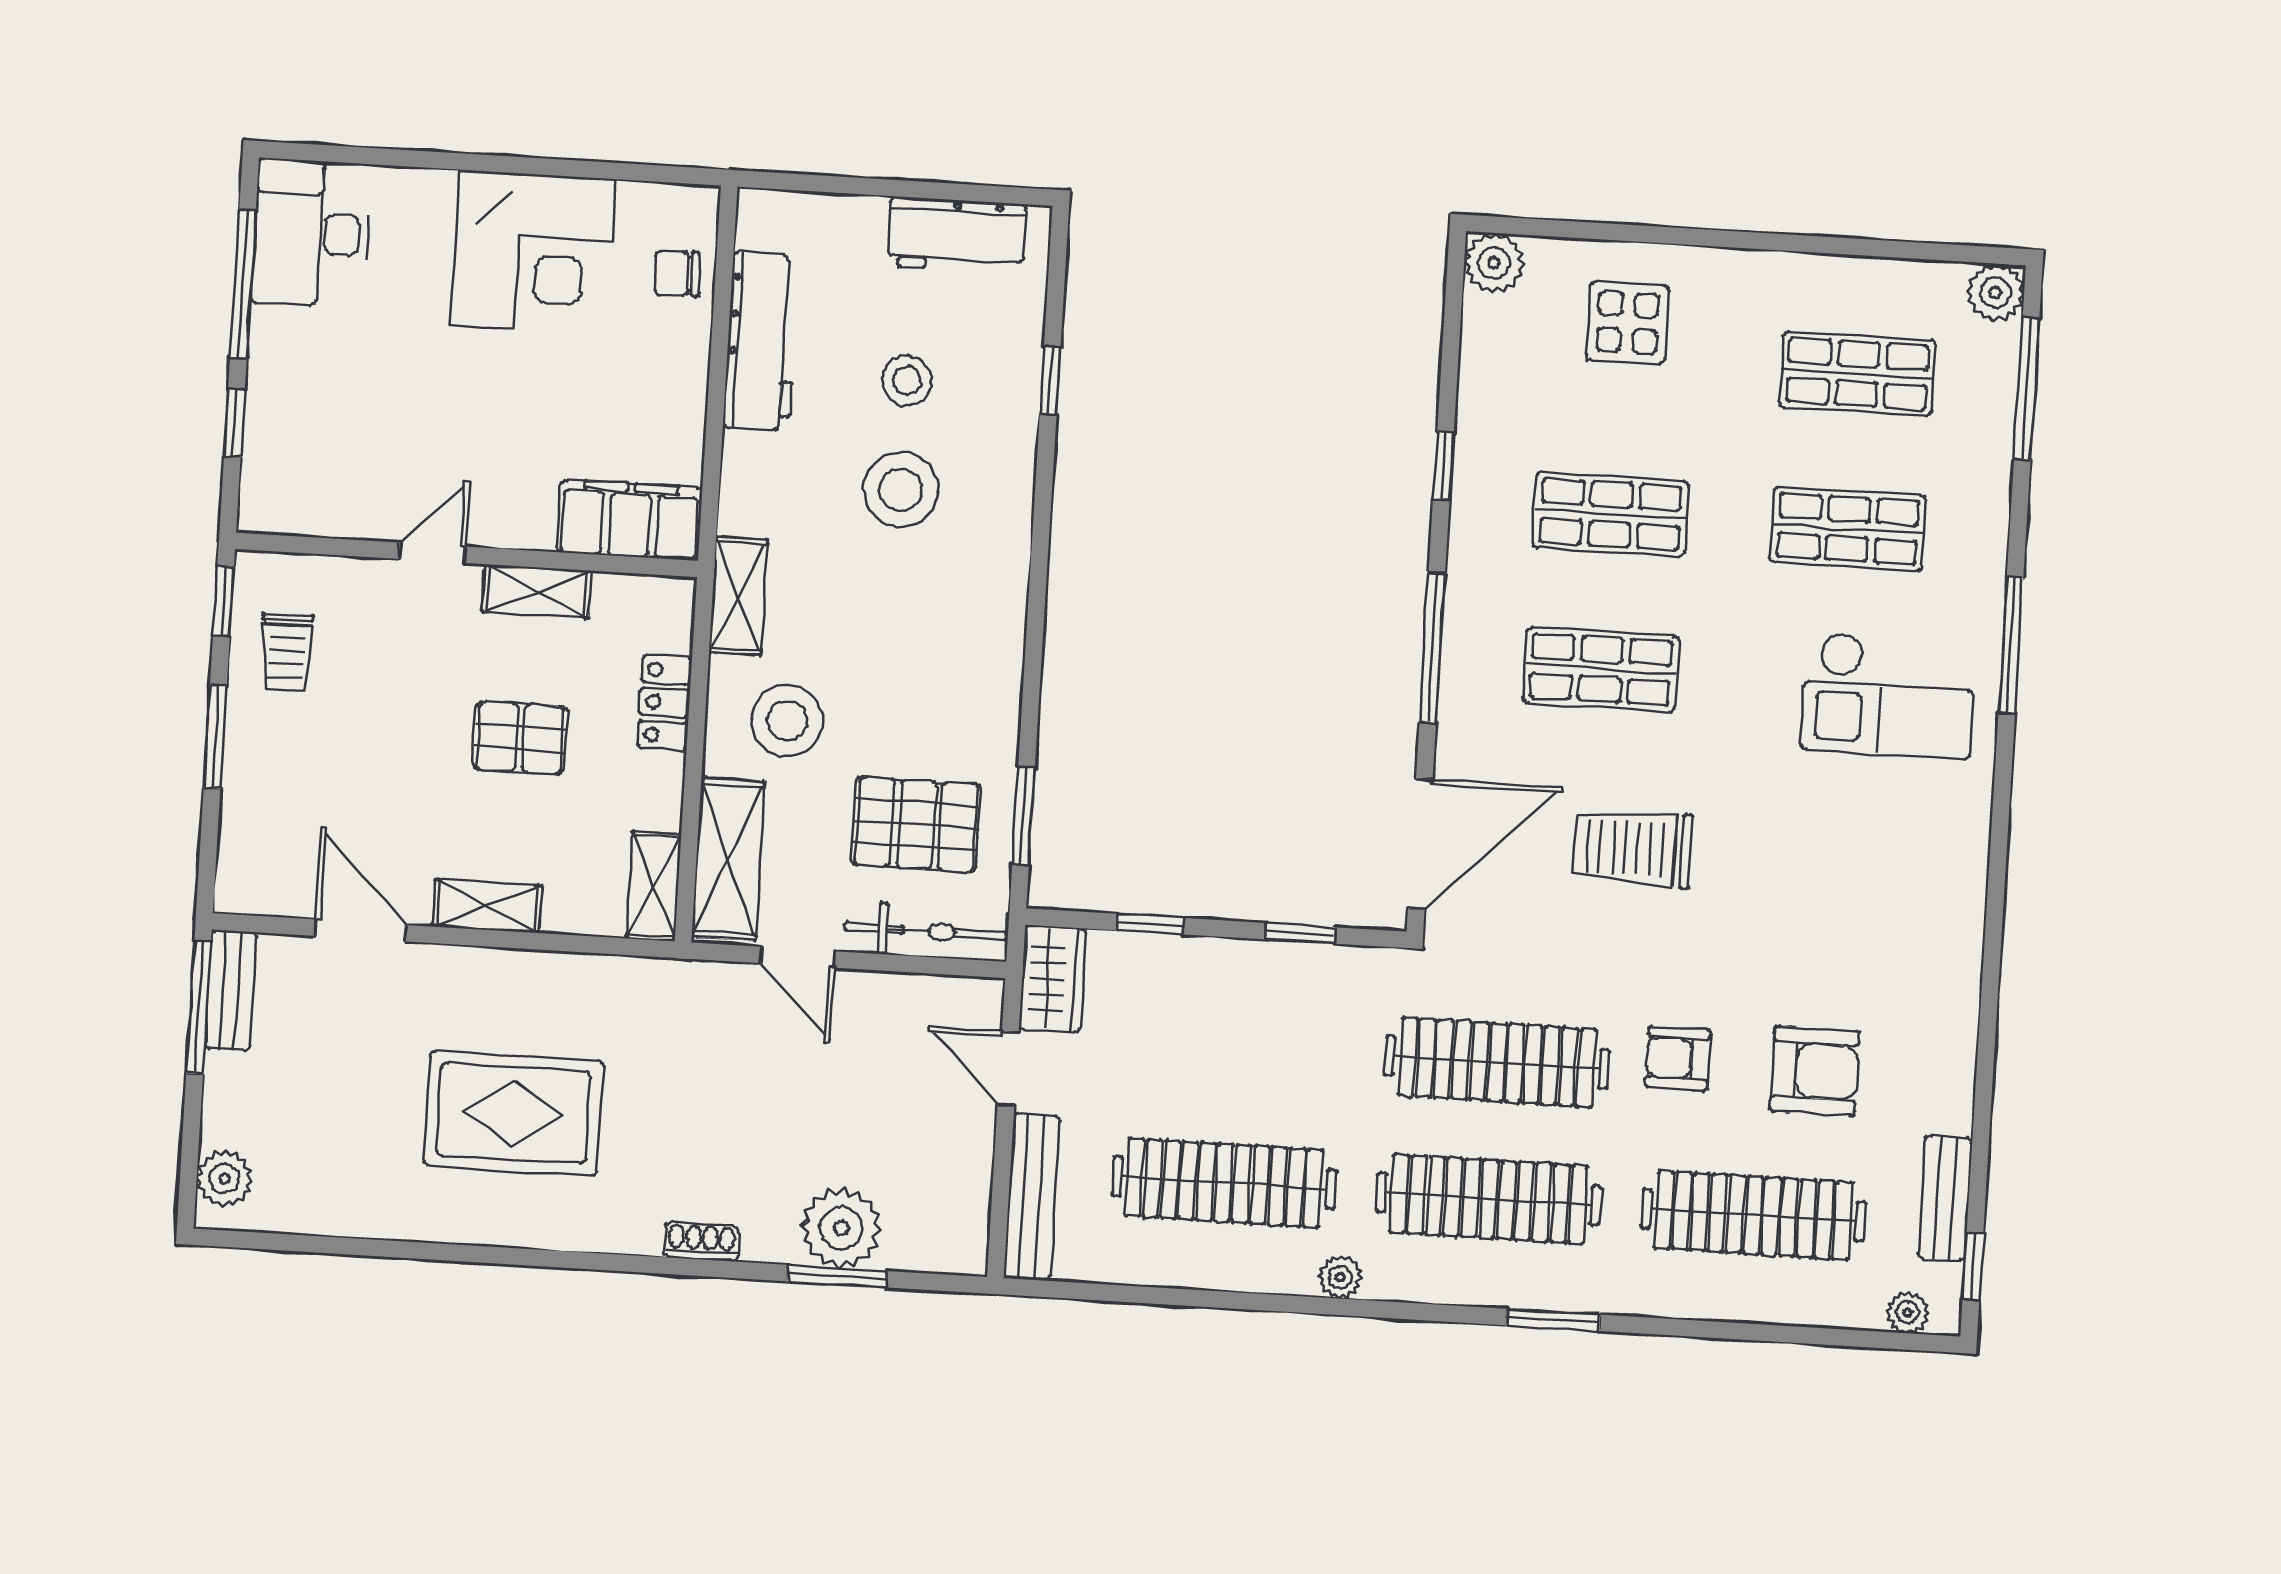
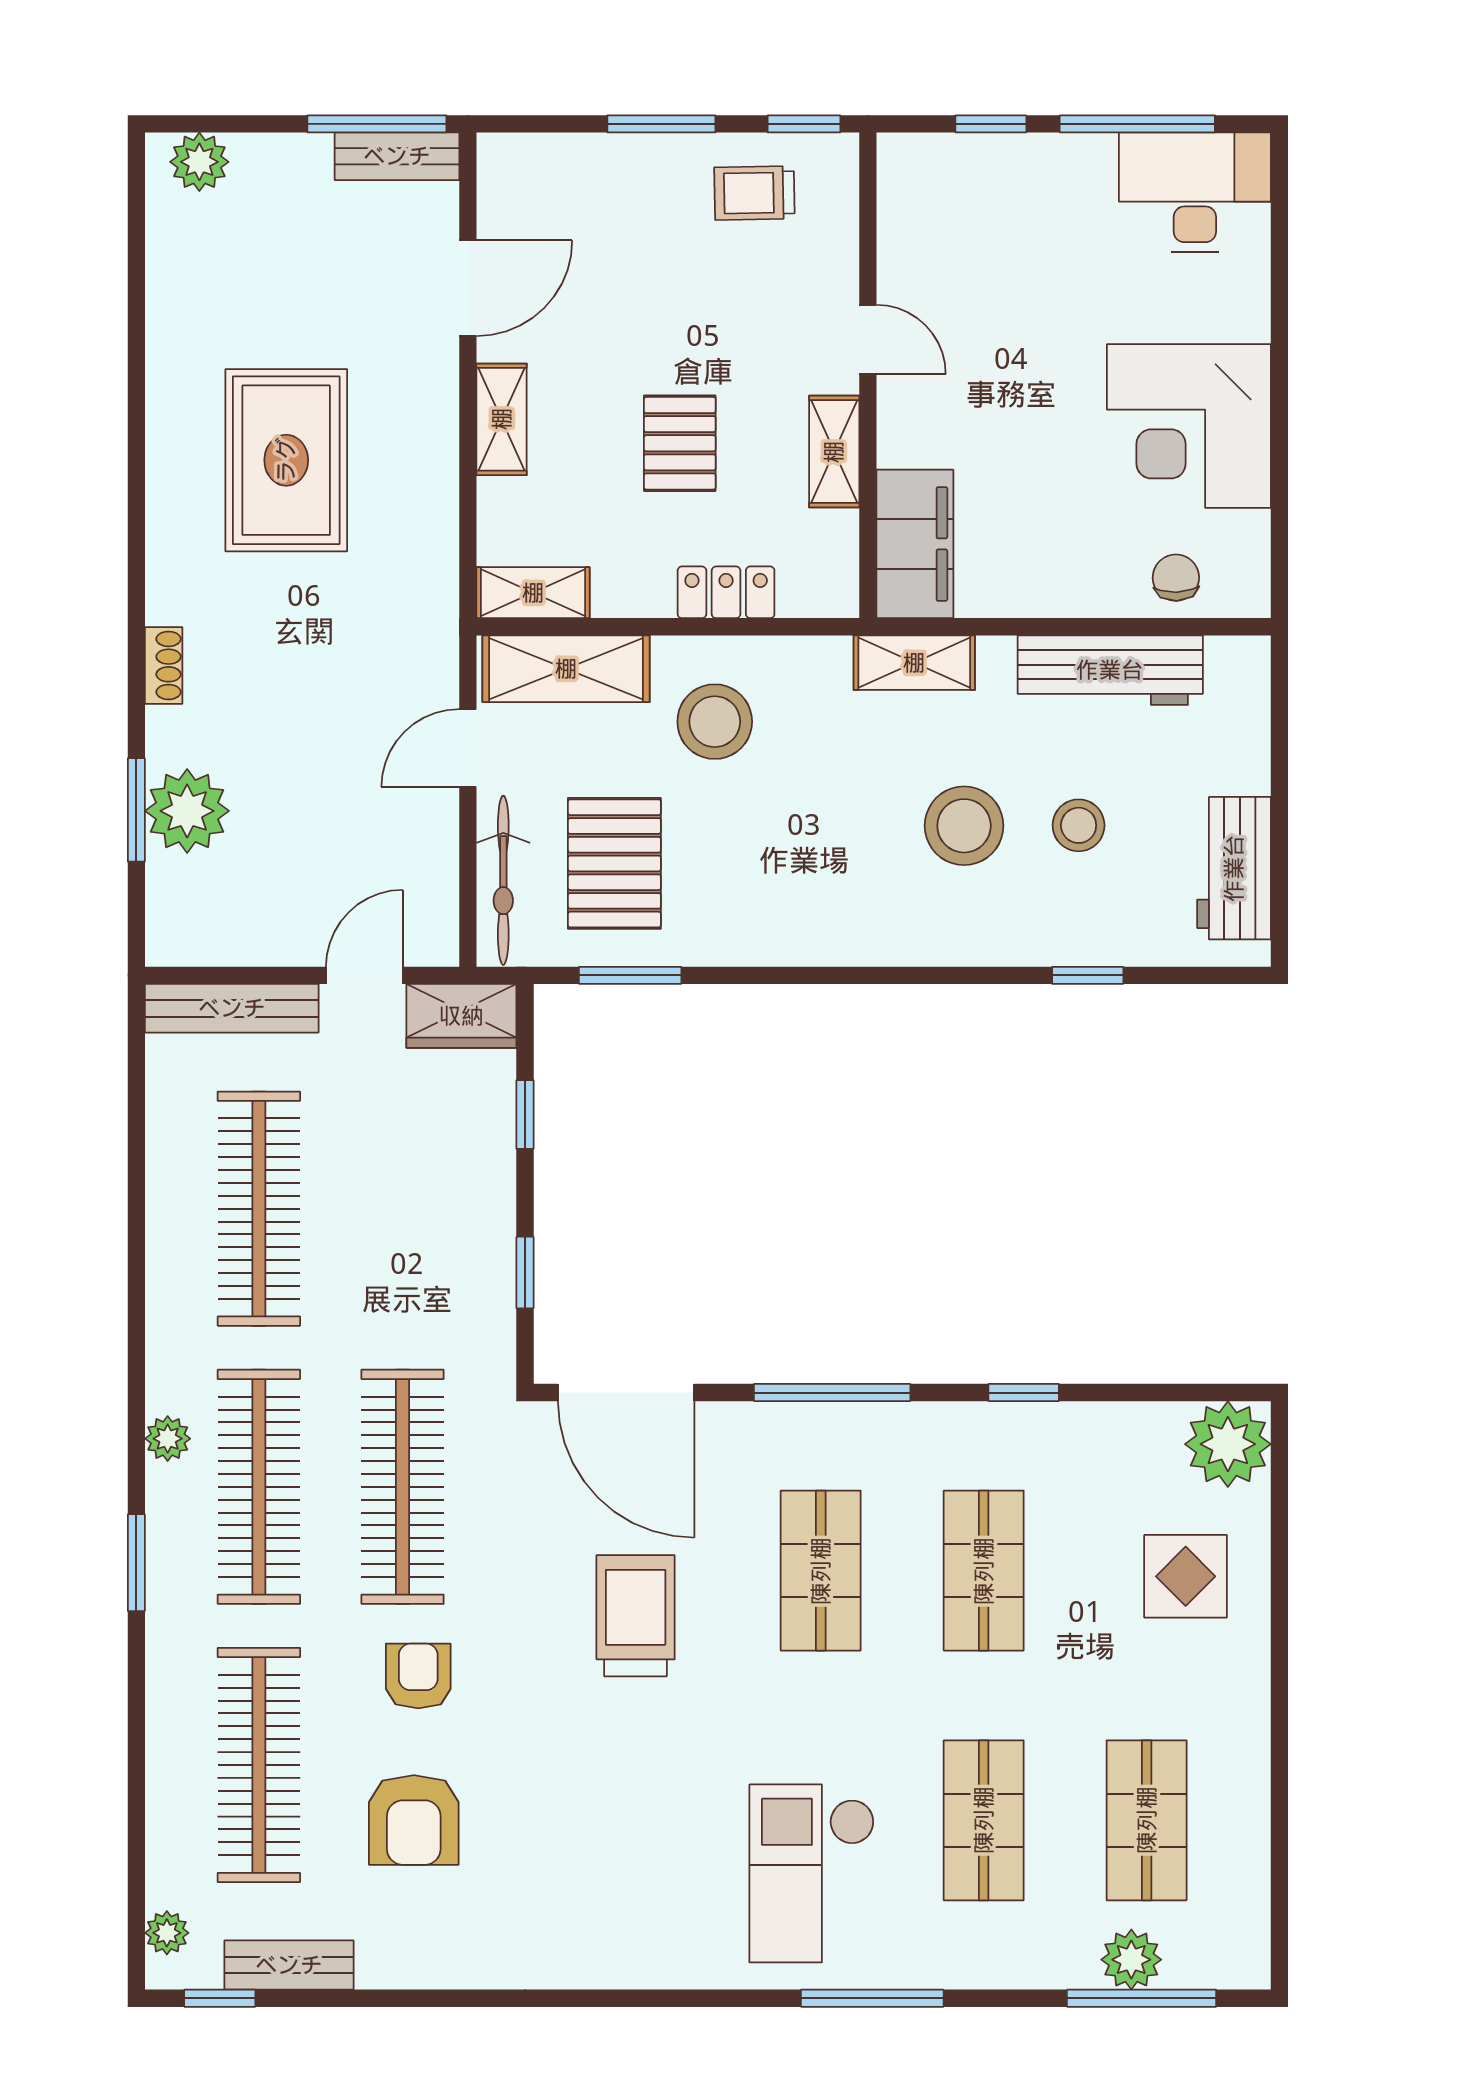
plant: (1494, 263) -> (1228, 1444), width x1.36, depth x1.36
plant: (1995, 292) -> (1131, 1960), moved
shelving: (738, 596) -> (914, 663), moved
plant: (1340, 1277) -> (168, 1439), moved

